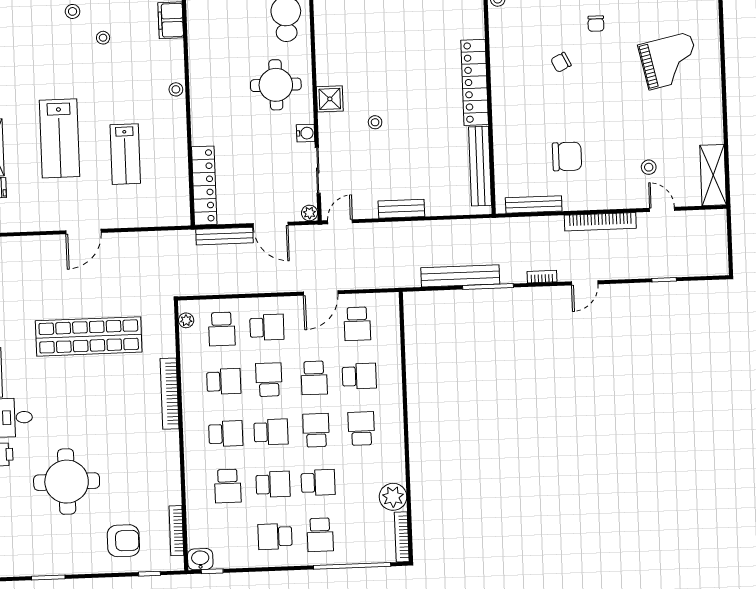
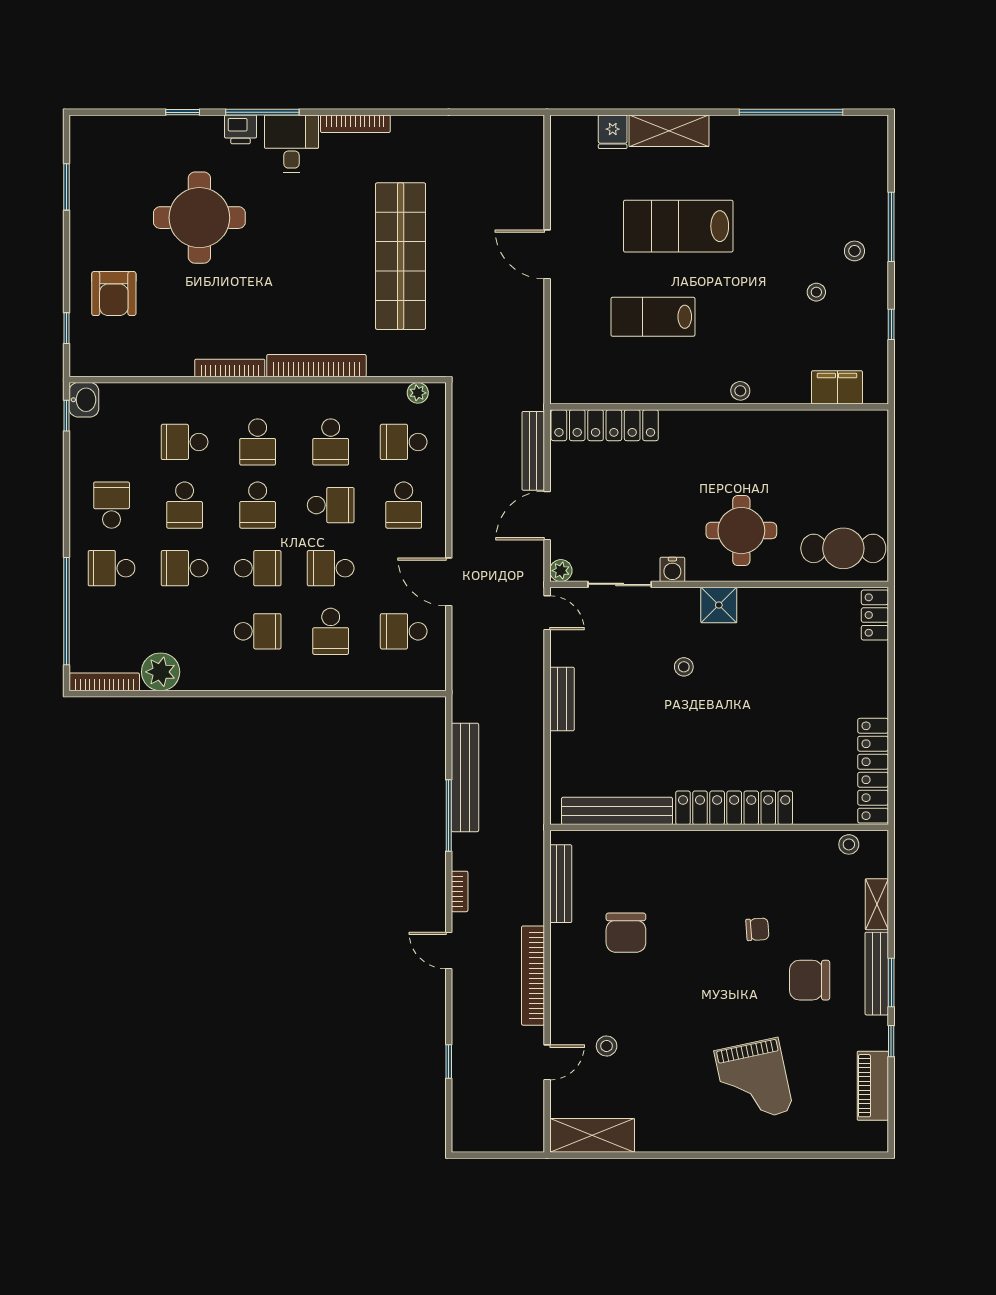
chair: (596, 24) -> (810, 980), width x1.87, depth x1.87
chair: (561, 62) -> (757, 929), turned 112
school desk: (318, 483) -> (185, 568), turned 90
bookcase: (176, 531) -> (230, 368), moved

